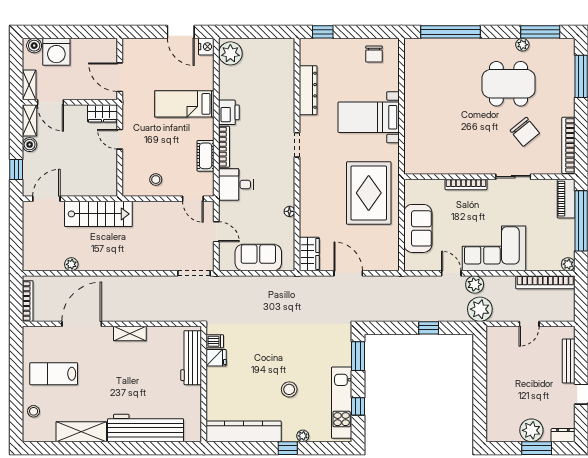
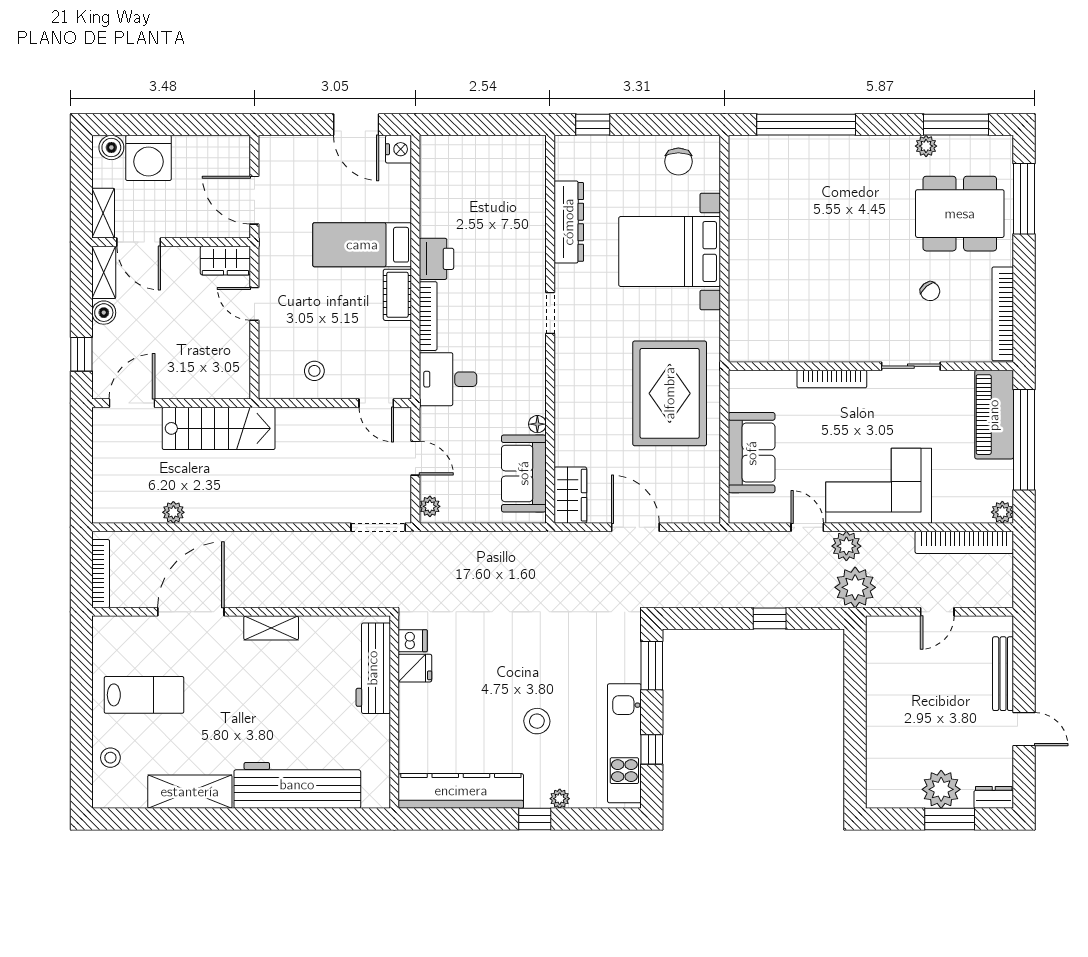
plant: (230, 53) -> (430, 506), moved, width x0.53, depth x0.53
dining table: (509, 84) -> (960, 214), moved
bed with nightstands: (369, 117) -> (670, 252), width x1.36
chair: (525, 132) -> (930, 291), width x0.54, depth x0.54
cot: (206, 156) -> (397, 295), moved
piano: (566, 199) -> (994, 415), width x1.37, depth x1.33
sofa: (258, 258) -> (524, 473), moved, turned -90
lab bench: (54, 374) -> (144, 695), turned 180

